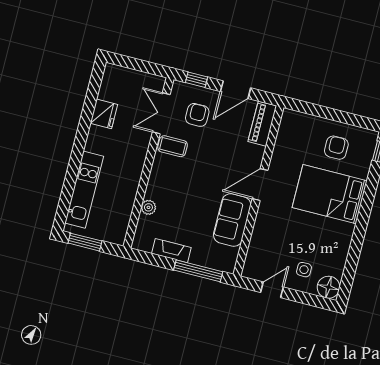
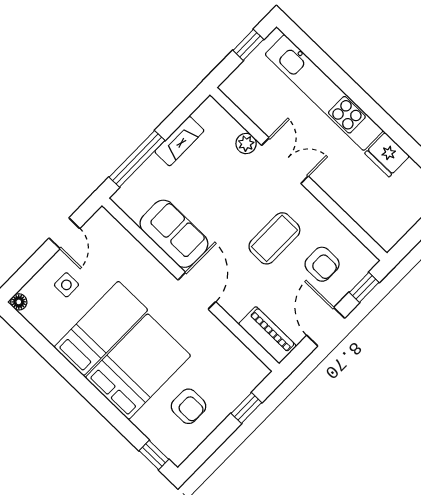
window: (316, 110) -> (246, 408), added
double door: (161, 113) -> (285, 161), moved
coffee table: (173, 146) -> (274, 238), moved, width x1.36, depth x1.30
kitchen unit: (84, 190) -> (324, 93), width x1.36
bed: (319, 232) -> (101, 328), added
window: (85, 242) -> (248, 45), width x0.67
floor lamp: (328, 287) -> (19, 302), width x0.53, depth x0.53

